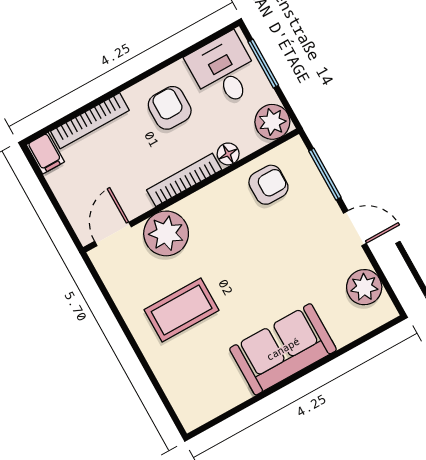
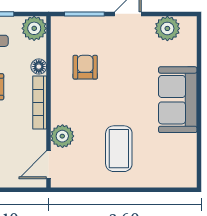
armchair: (268, 185) -> (85, 67), moved
plant: (166, 233) -> (62, 136), width x0.73, depth x0.73
door: (113, 234) -> (49, 165), hinge flipped

